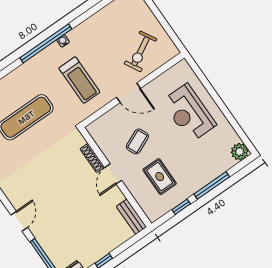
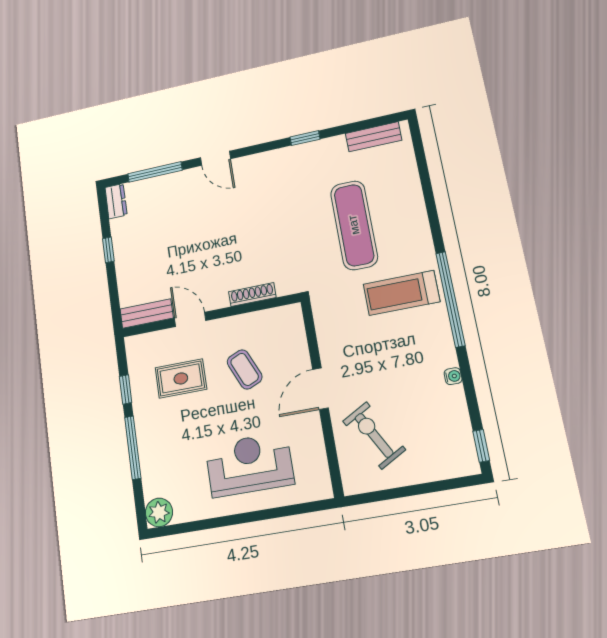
water cooler: (63, 41) -> (453, 376), moved
treadmill: (79, 80) -> (401, 293), moved
door: (113, 174) -> (190, 319), moved

